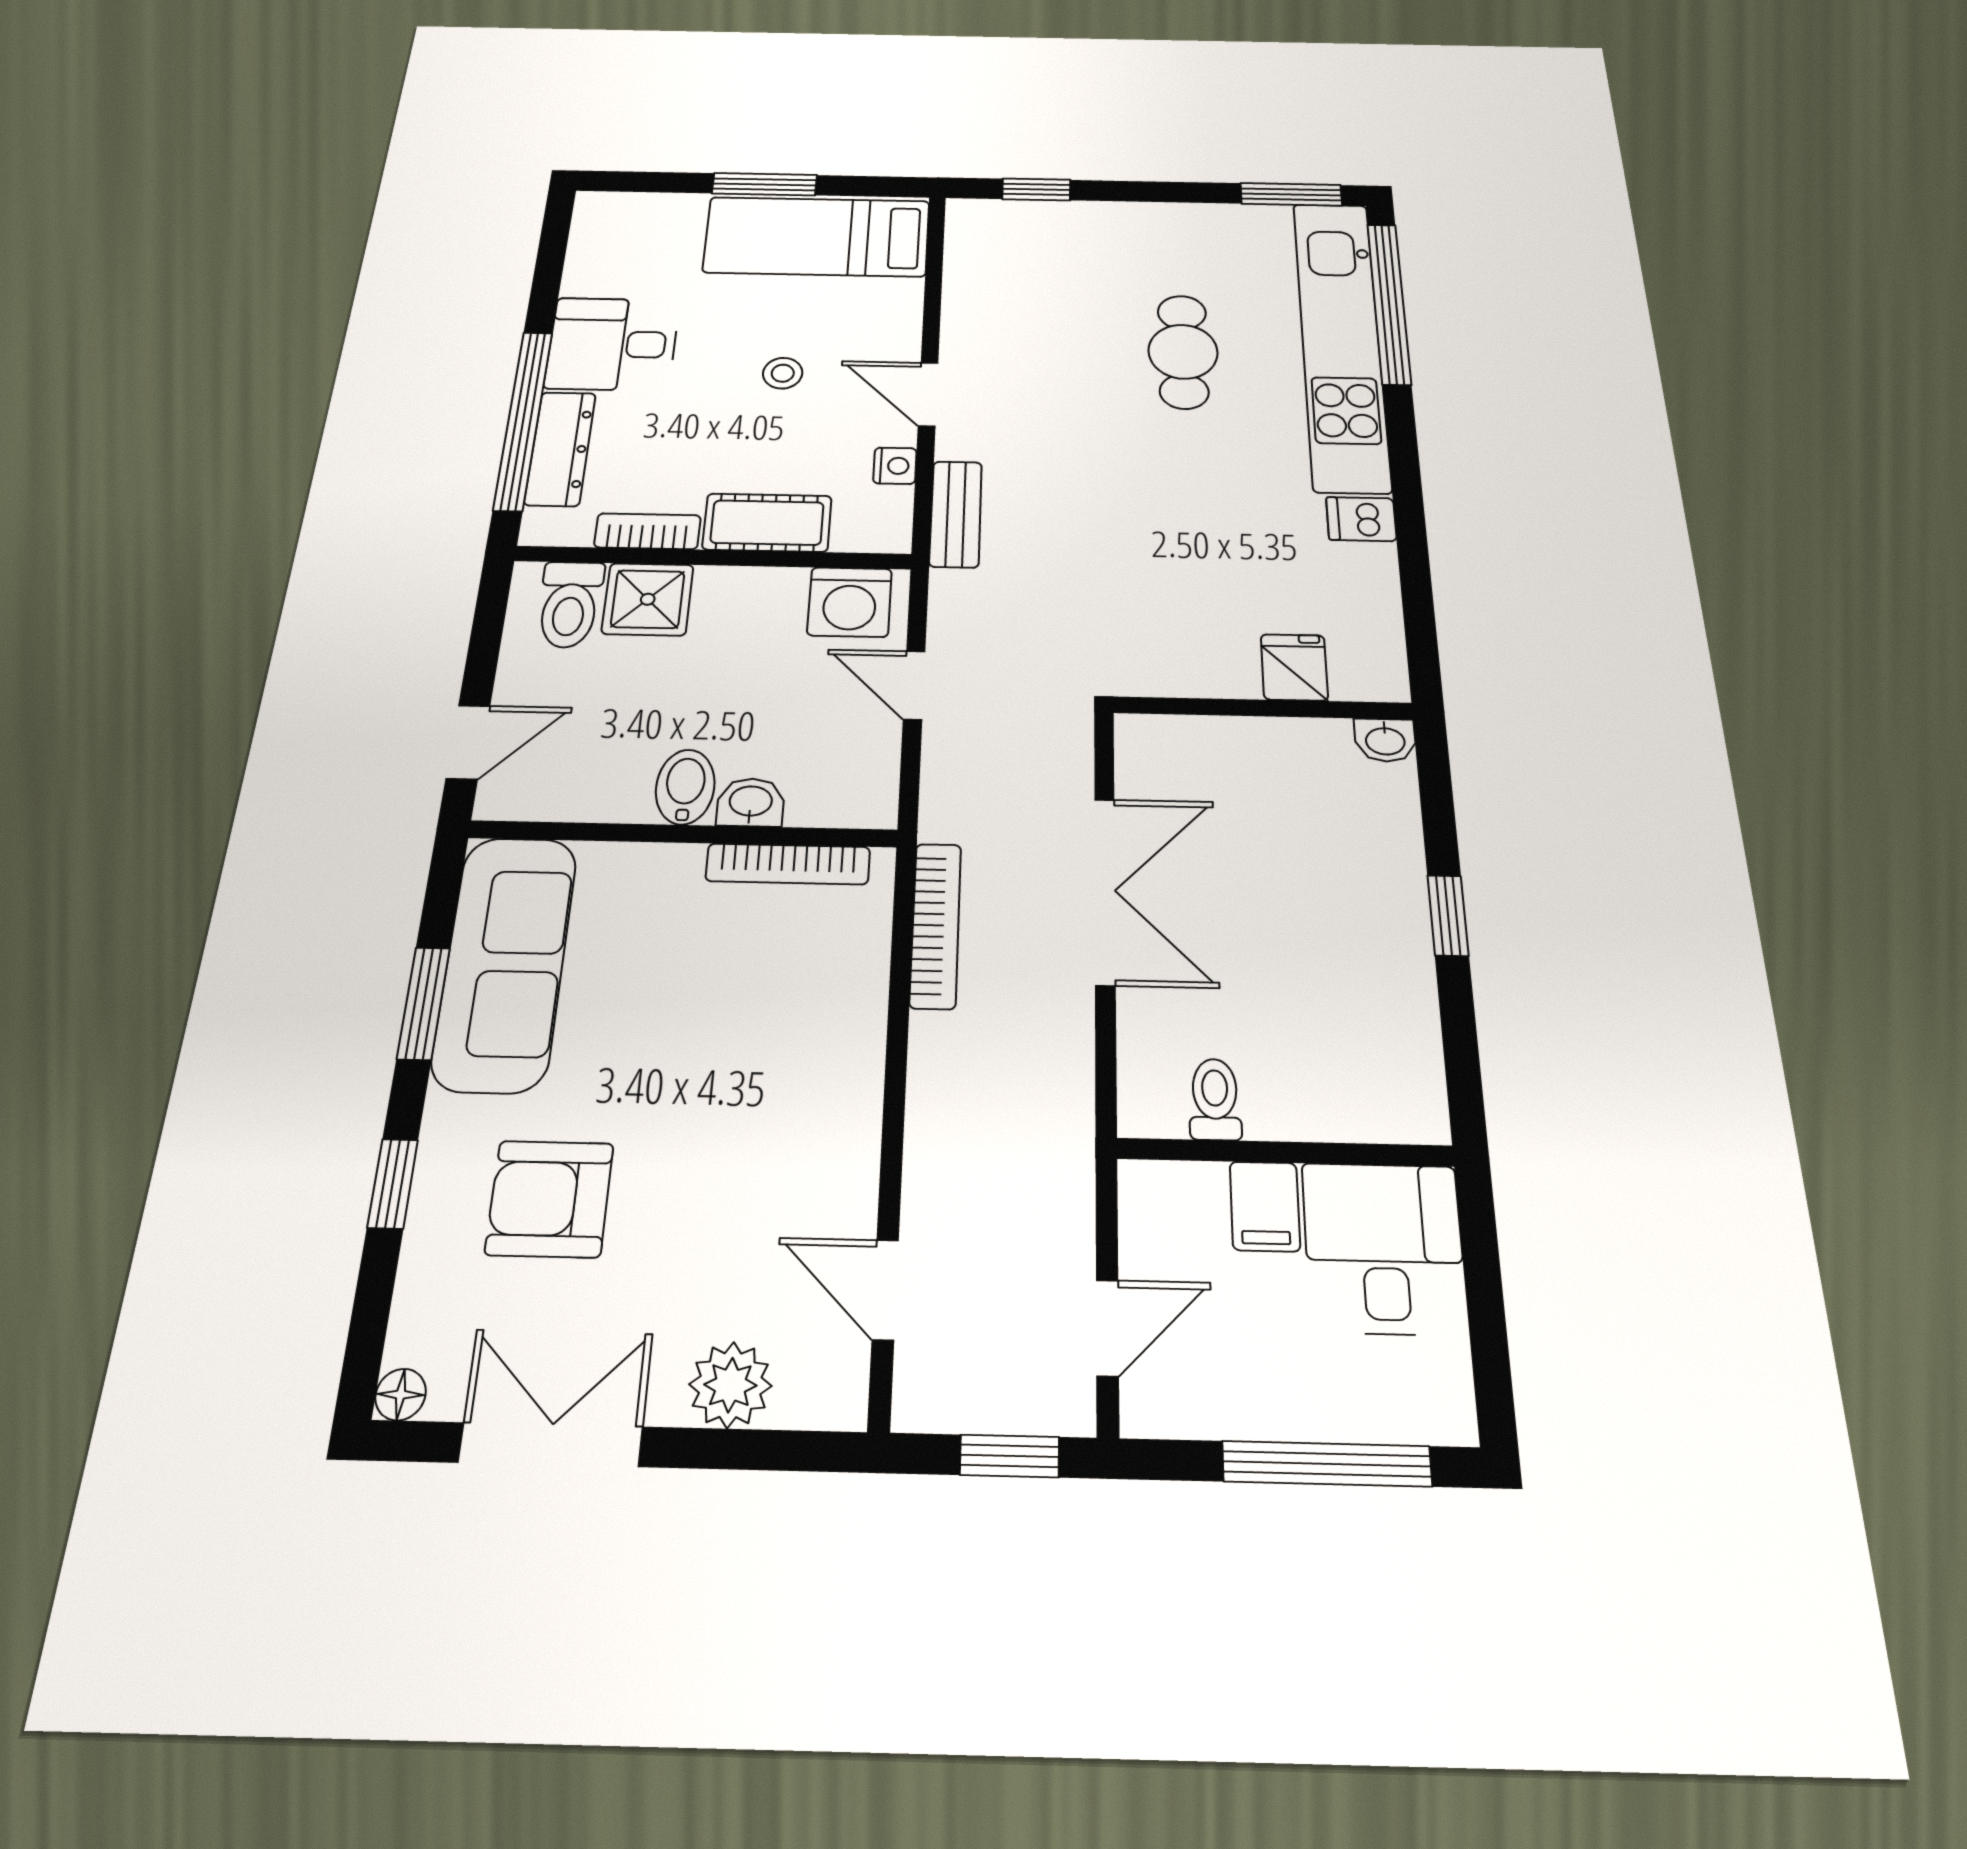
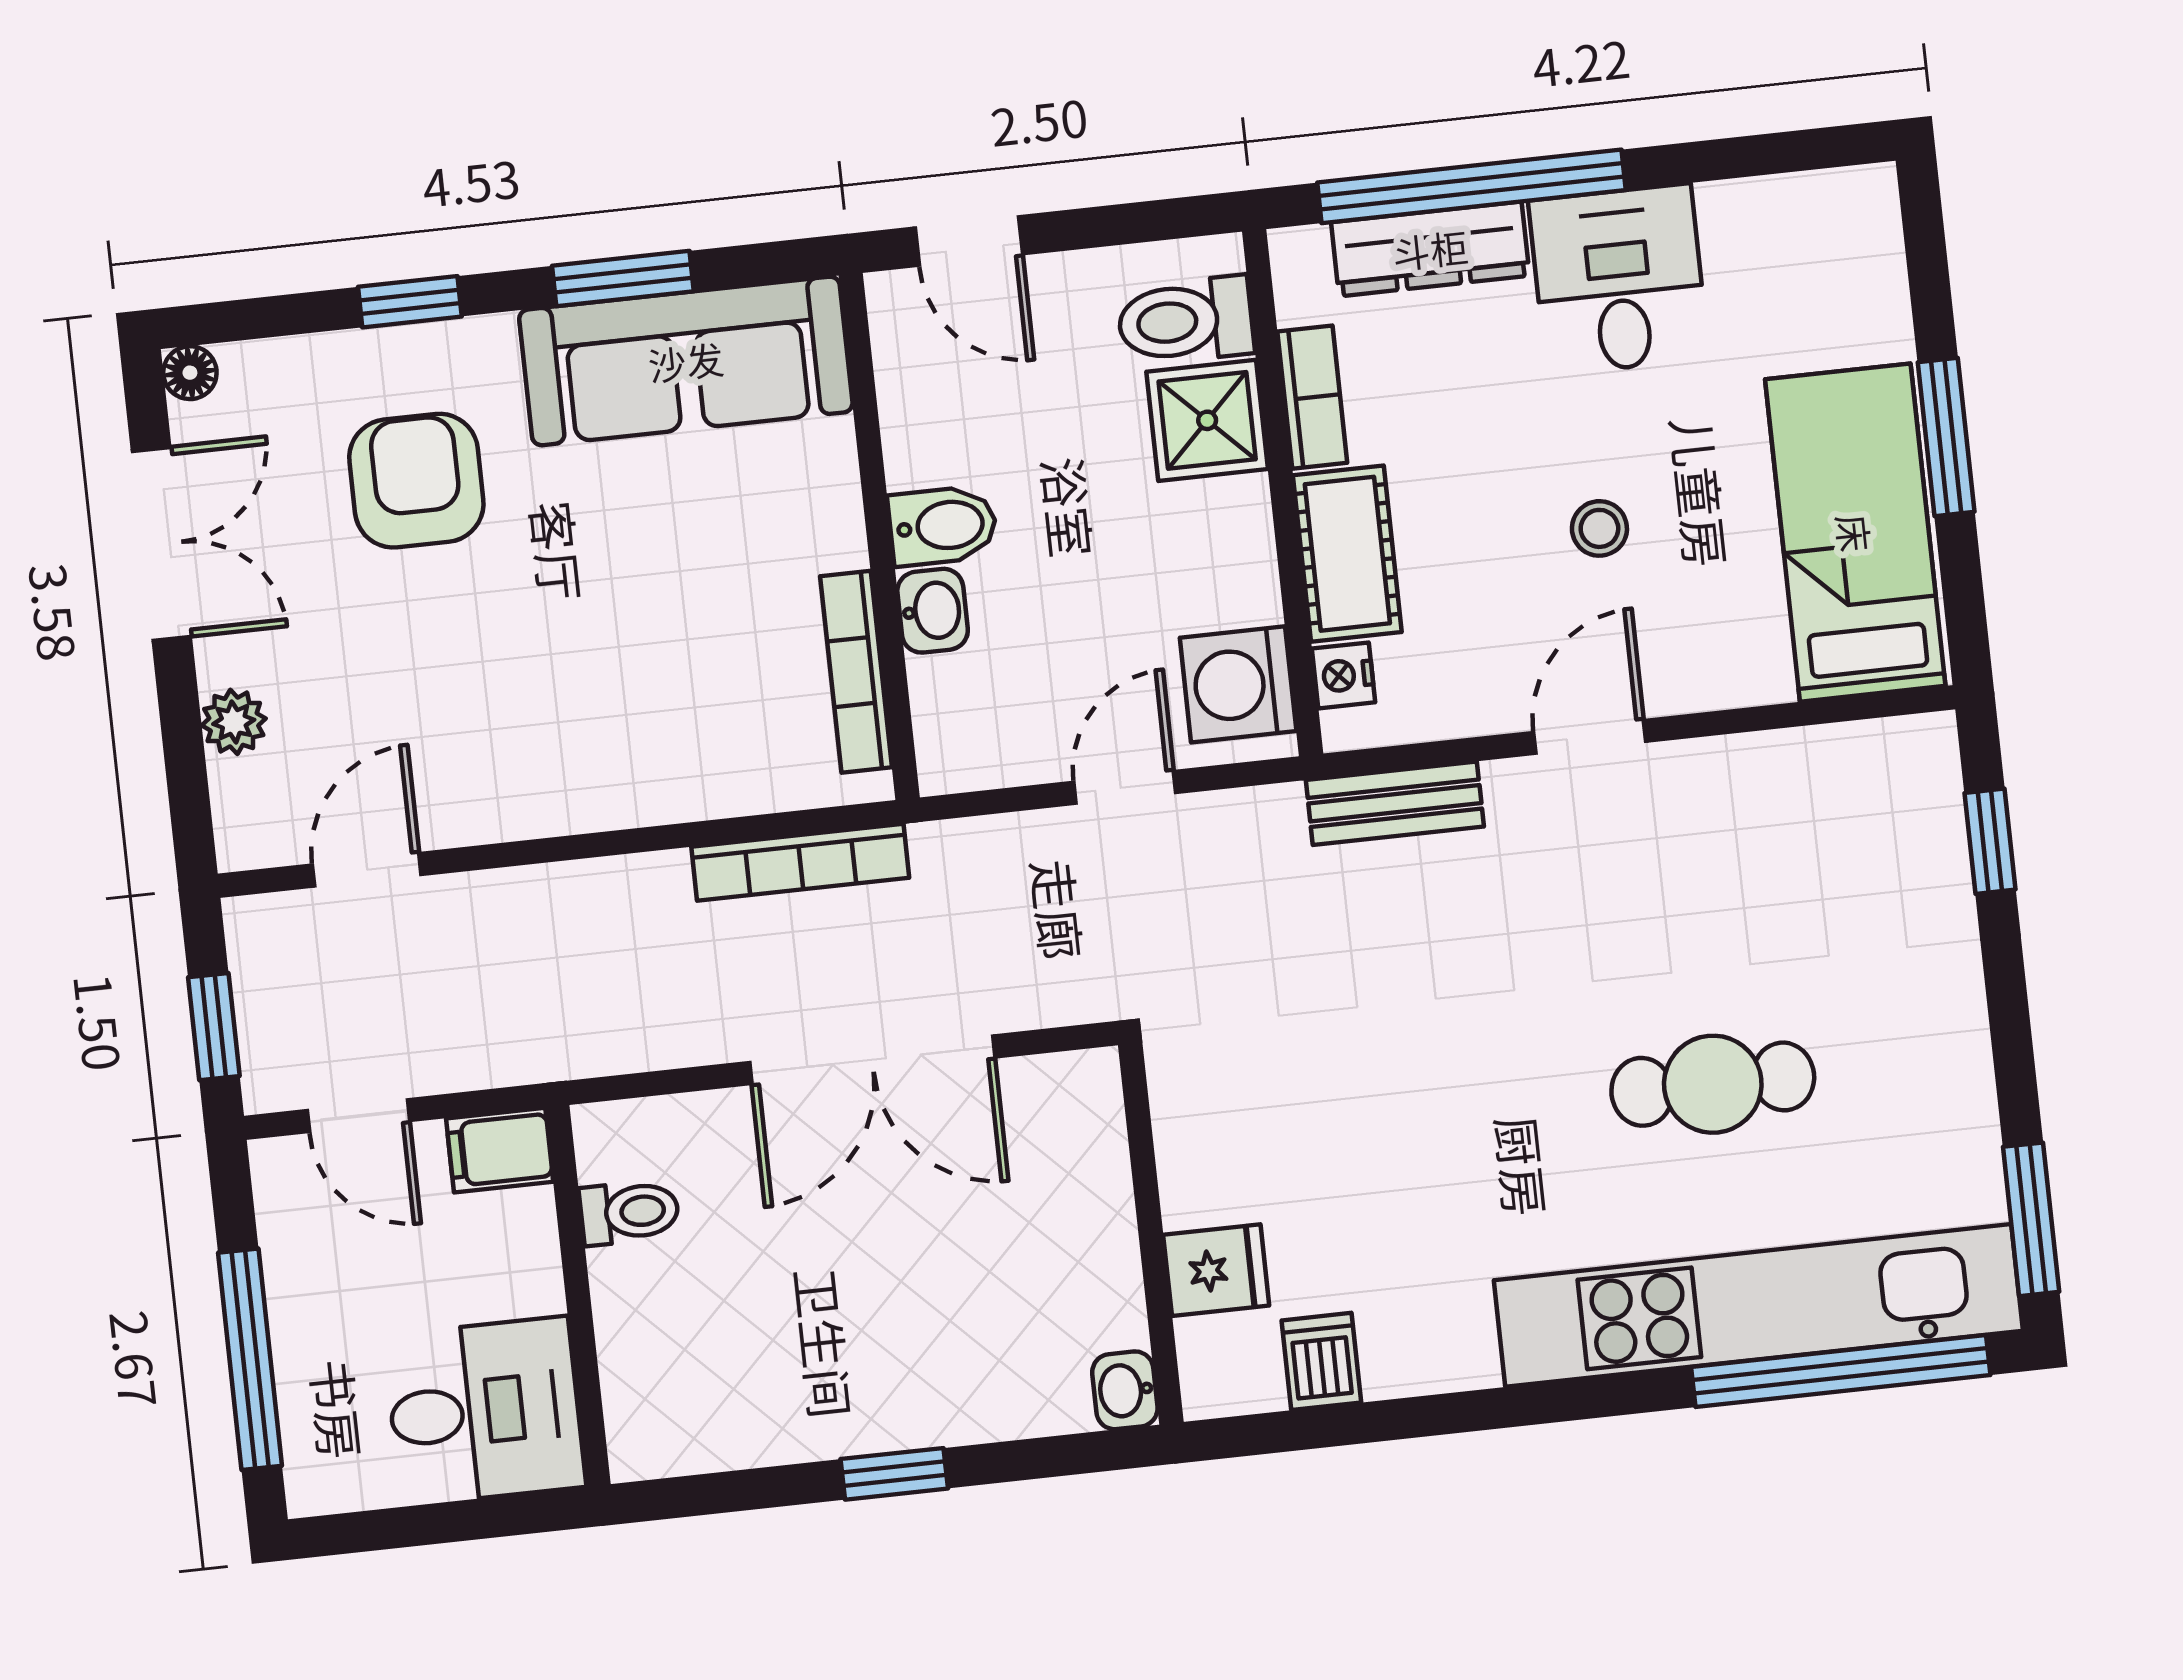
nightstand: (895, 466) -> (1343, 675), moved, turned 90
dishwasher: (1361, 519) -> (1321, 1361), moved
filing cabinet: (1265, 1206) -> (500, 1150), moved
plant: (730, 1385) -> (234, 722), width x0.73, depth x0.73

